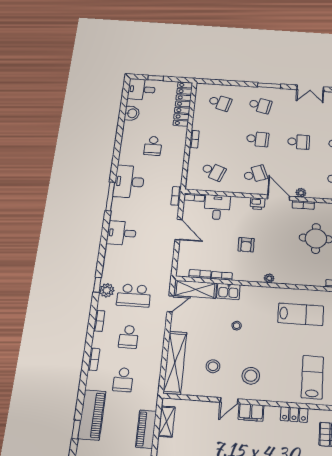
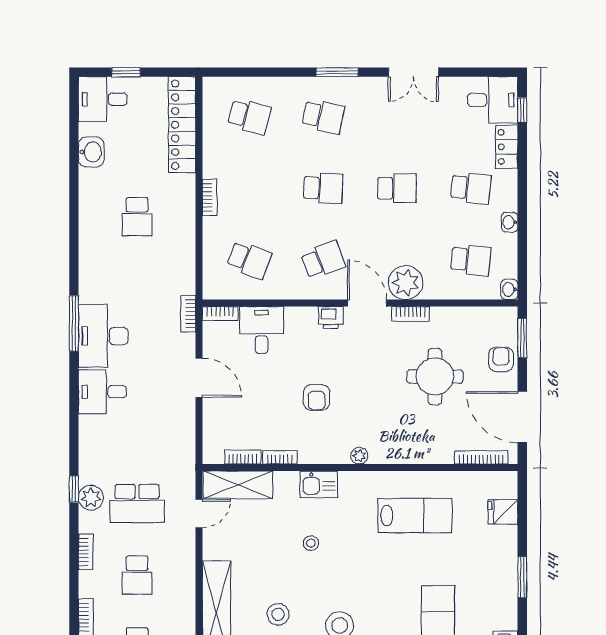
desk: (129, 182) -> (103, 336), moved
plant: (301, 193) -> (406, 283), width x1.88, depth x1.88
kitchen sink: (228, 291) -> (319, 484), moved

